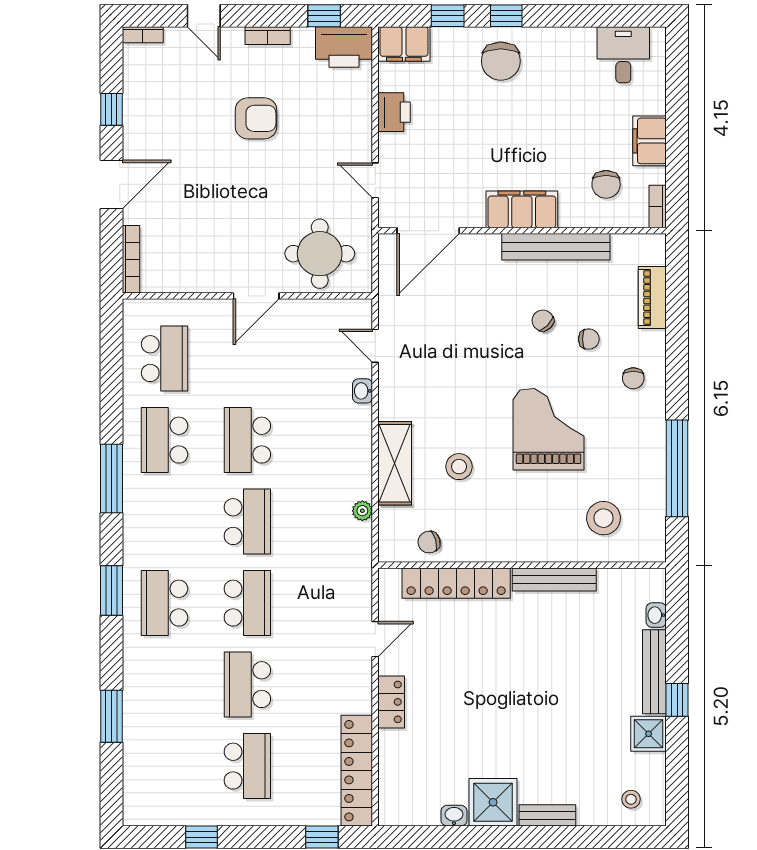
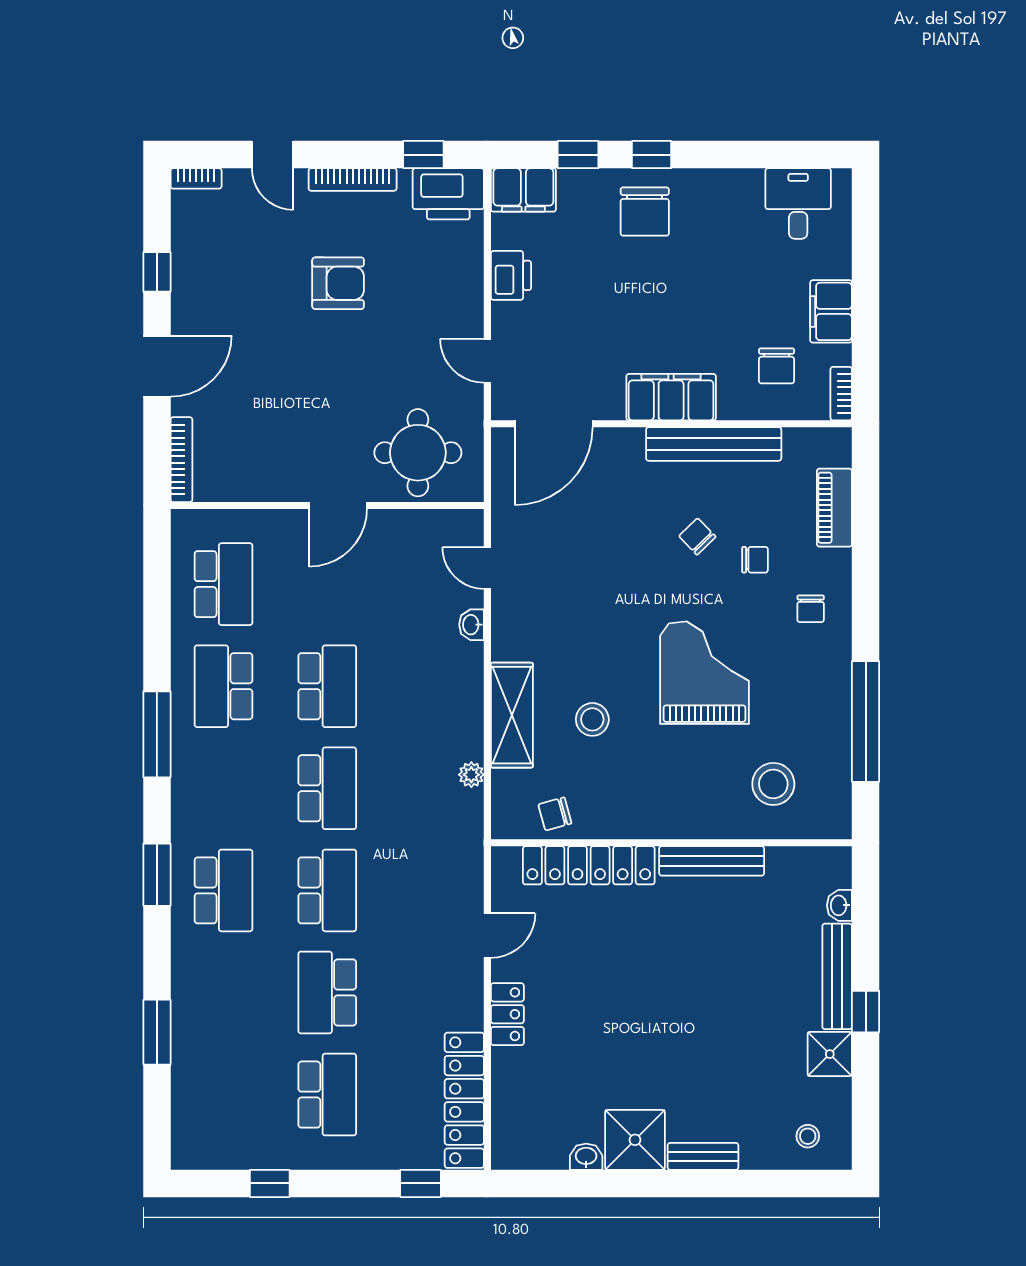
bookcase: (268, 36) -> (353, 180), width x1.56
school desk: (247, 440) -> (327, 686), turned 180
school desk: (165, 603) -> (223, 890), turned 180

